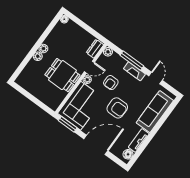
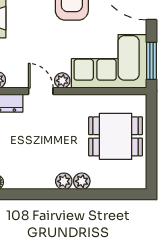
dining table: (62, 75) -> (116, 136), moved, turned 90
armchair: (111, 83) -> (40, 41), removed

